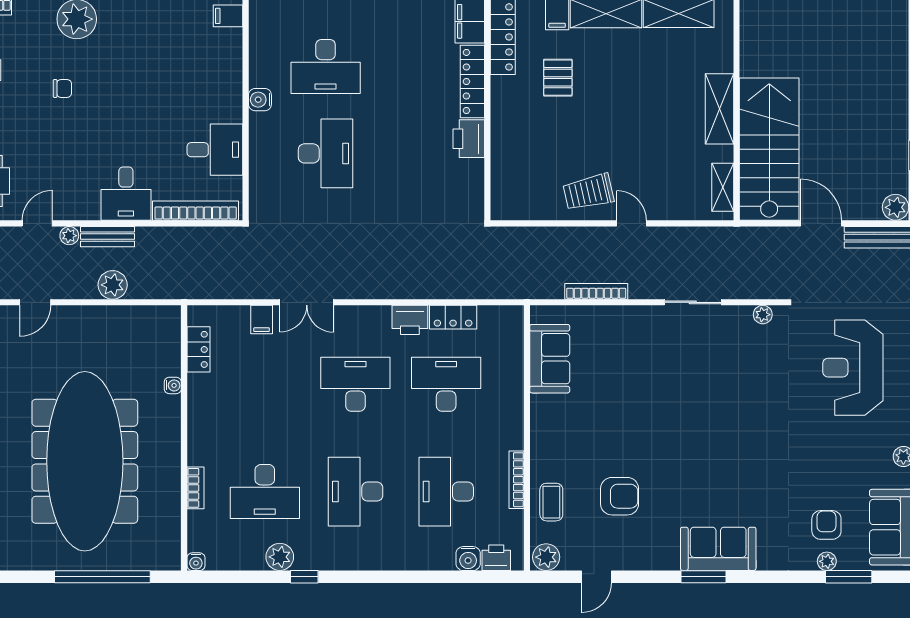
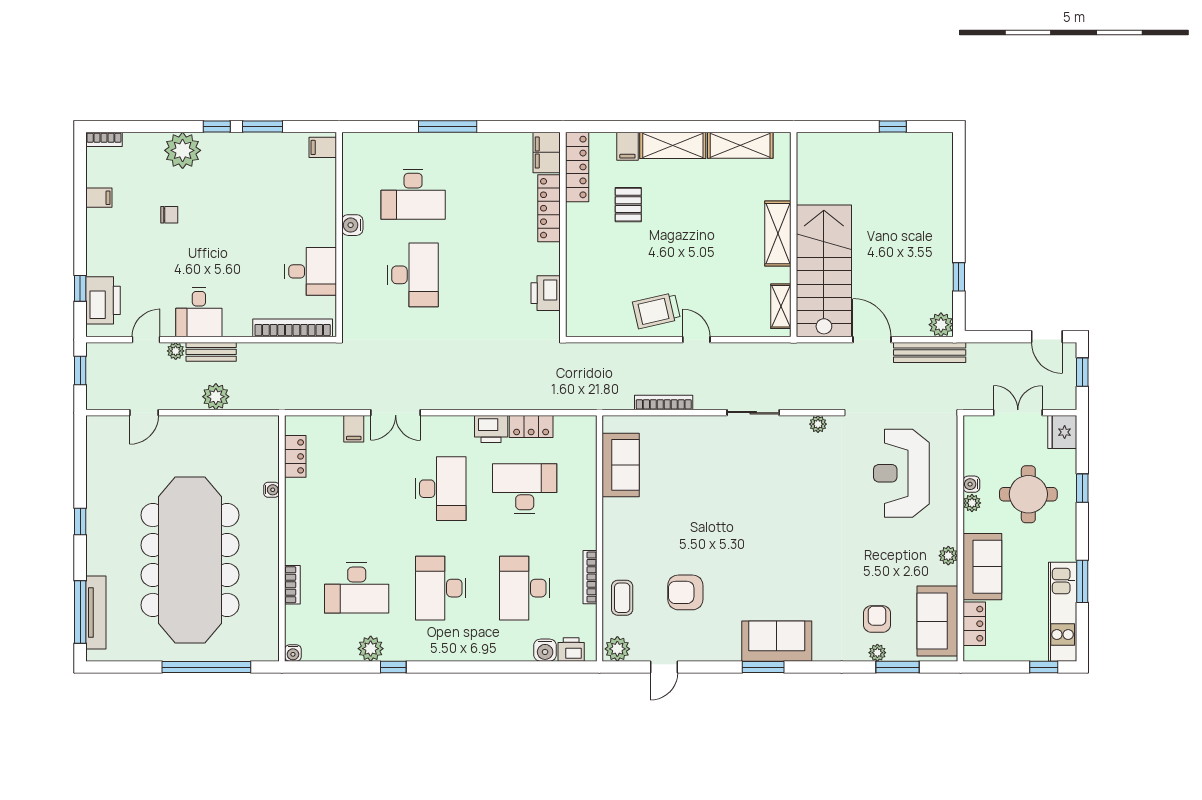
printer: (469, 139) -> (546, 293), moved
desk: (126, 194) -> (199, 312), moved
desk: (355, 384) -> (441, 489), turned 90
armchair: (620, 496) -> (685, 592), turned 180

